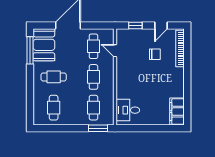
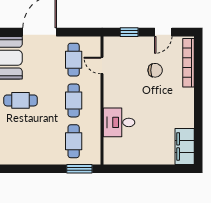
cafe table: (54, 108) -> (21, 141), removed
desk: (128, 110) -> (119, 122), moved

